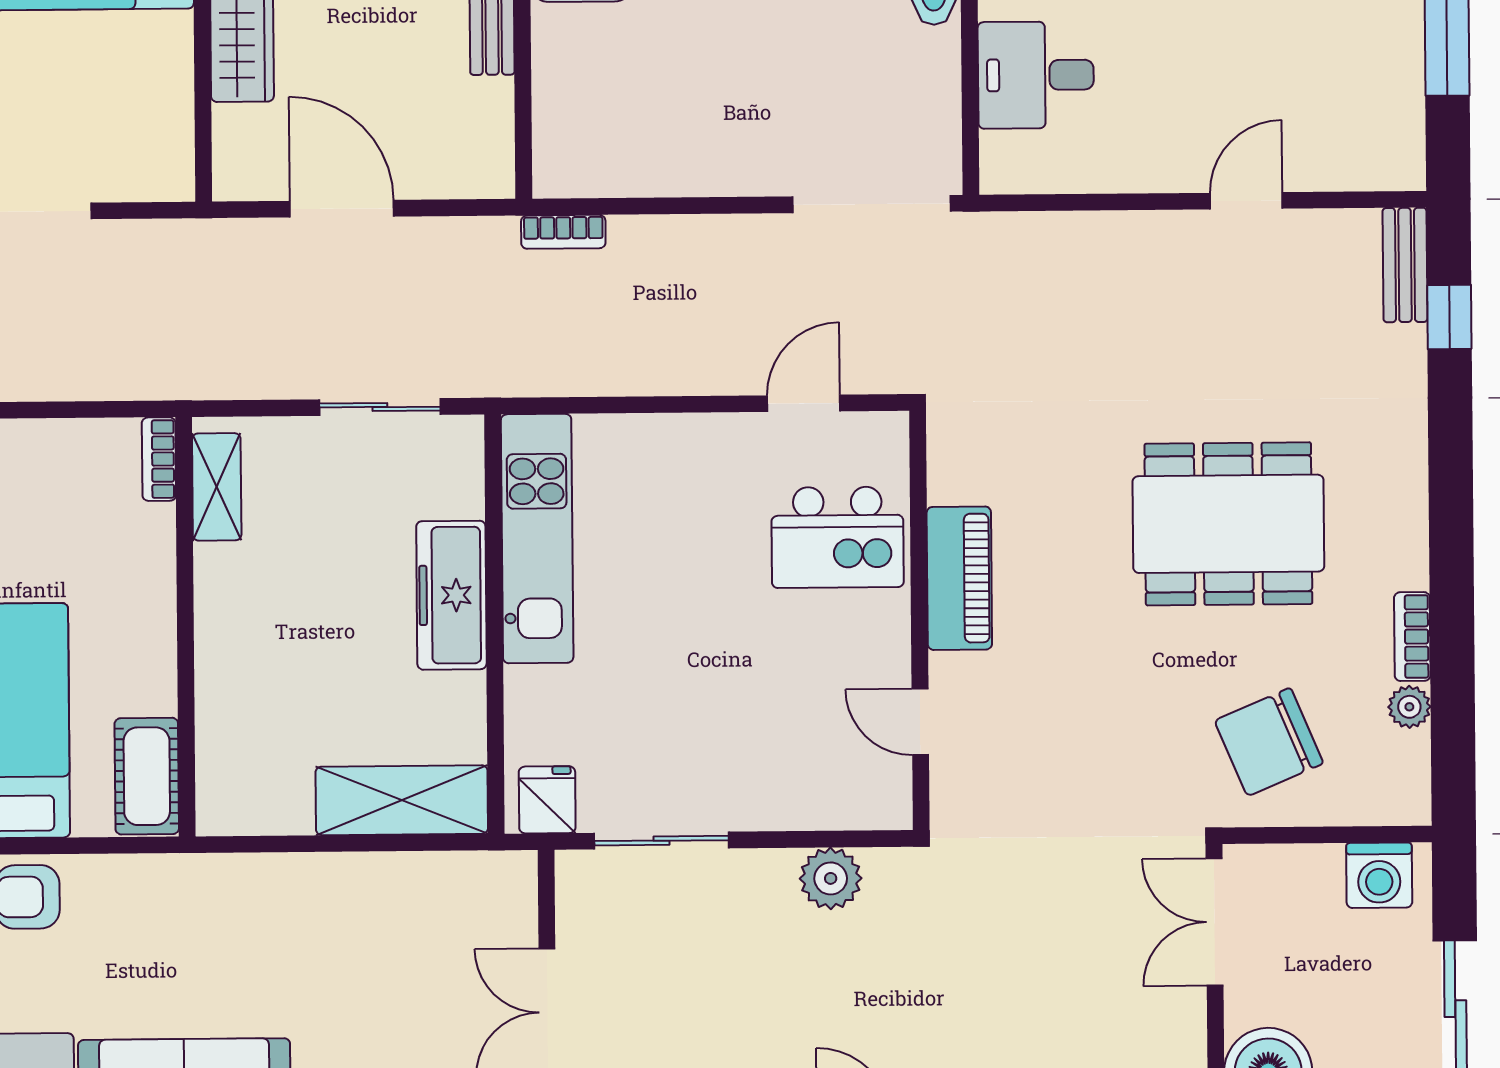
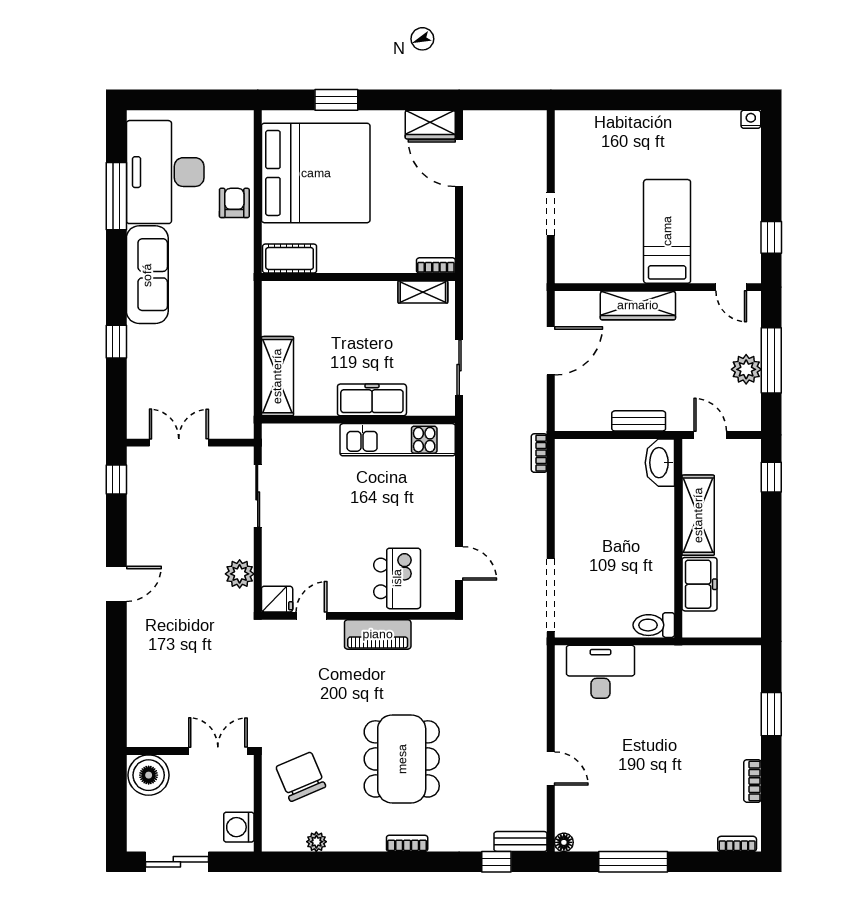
desk: (1036, 75) -> (600, 672), width x1.37
floor lamp: (1406, 171) -> (564, 842), added
kitchen island: (837, 537) -> (397, 578), turned 180
bookcase: (1412, 637) -> (407, 843), moved
fridge: (547, 800) -> (277, 599), moved

